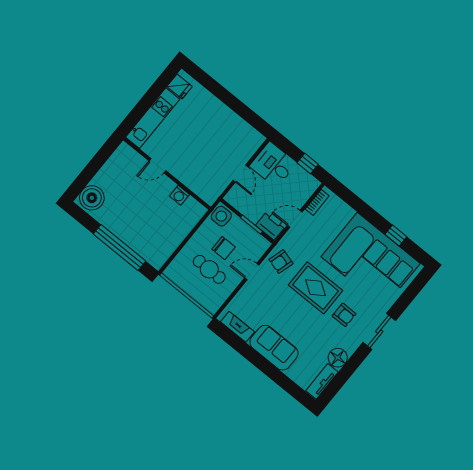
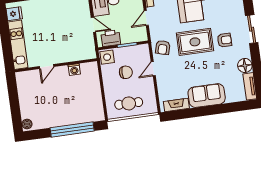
boiler: (92, 198) -> (27, 124), width x0.54, depth x0.54
printer: (271, 225) -> (111, 38), moved
cafe table: (209, 269) -> (129, 103), moved

